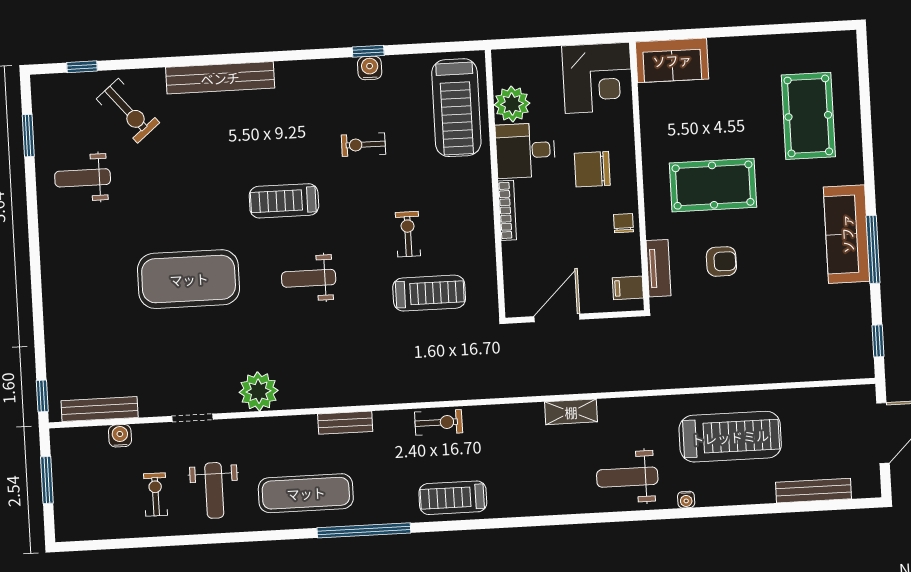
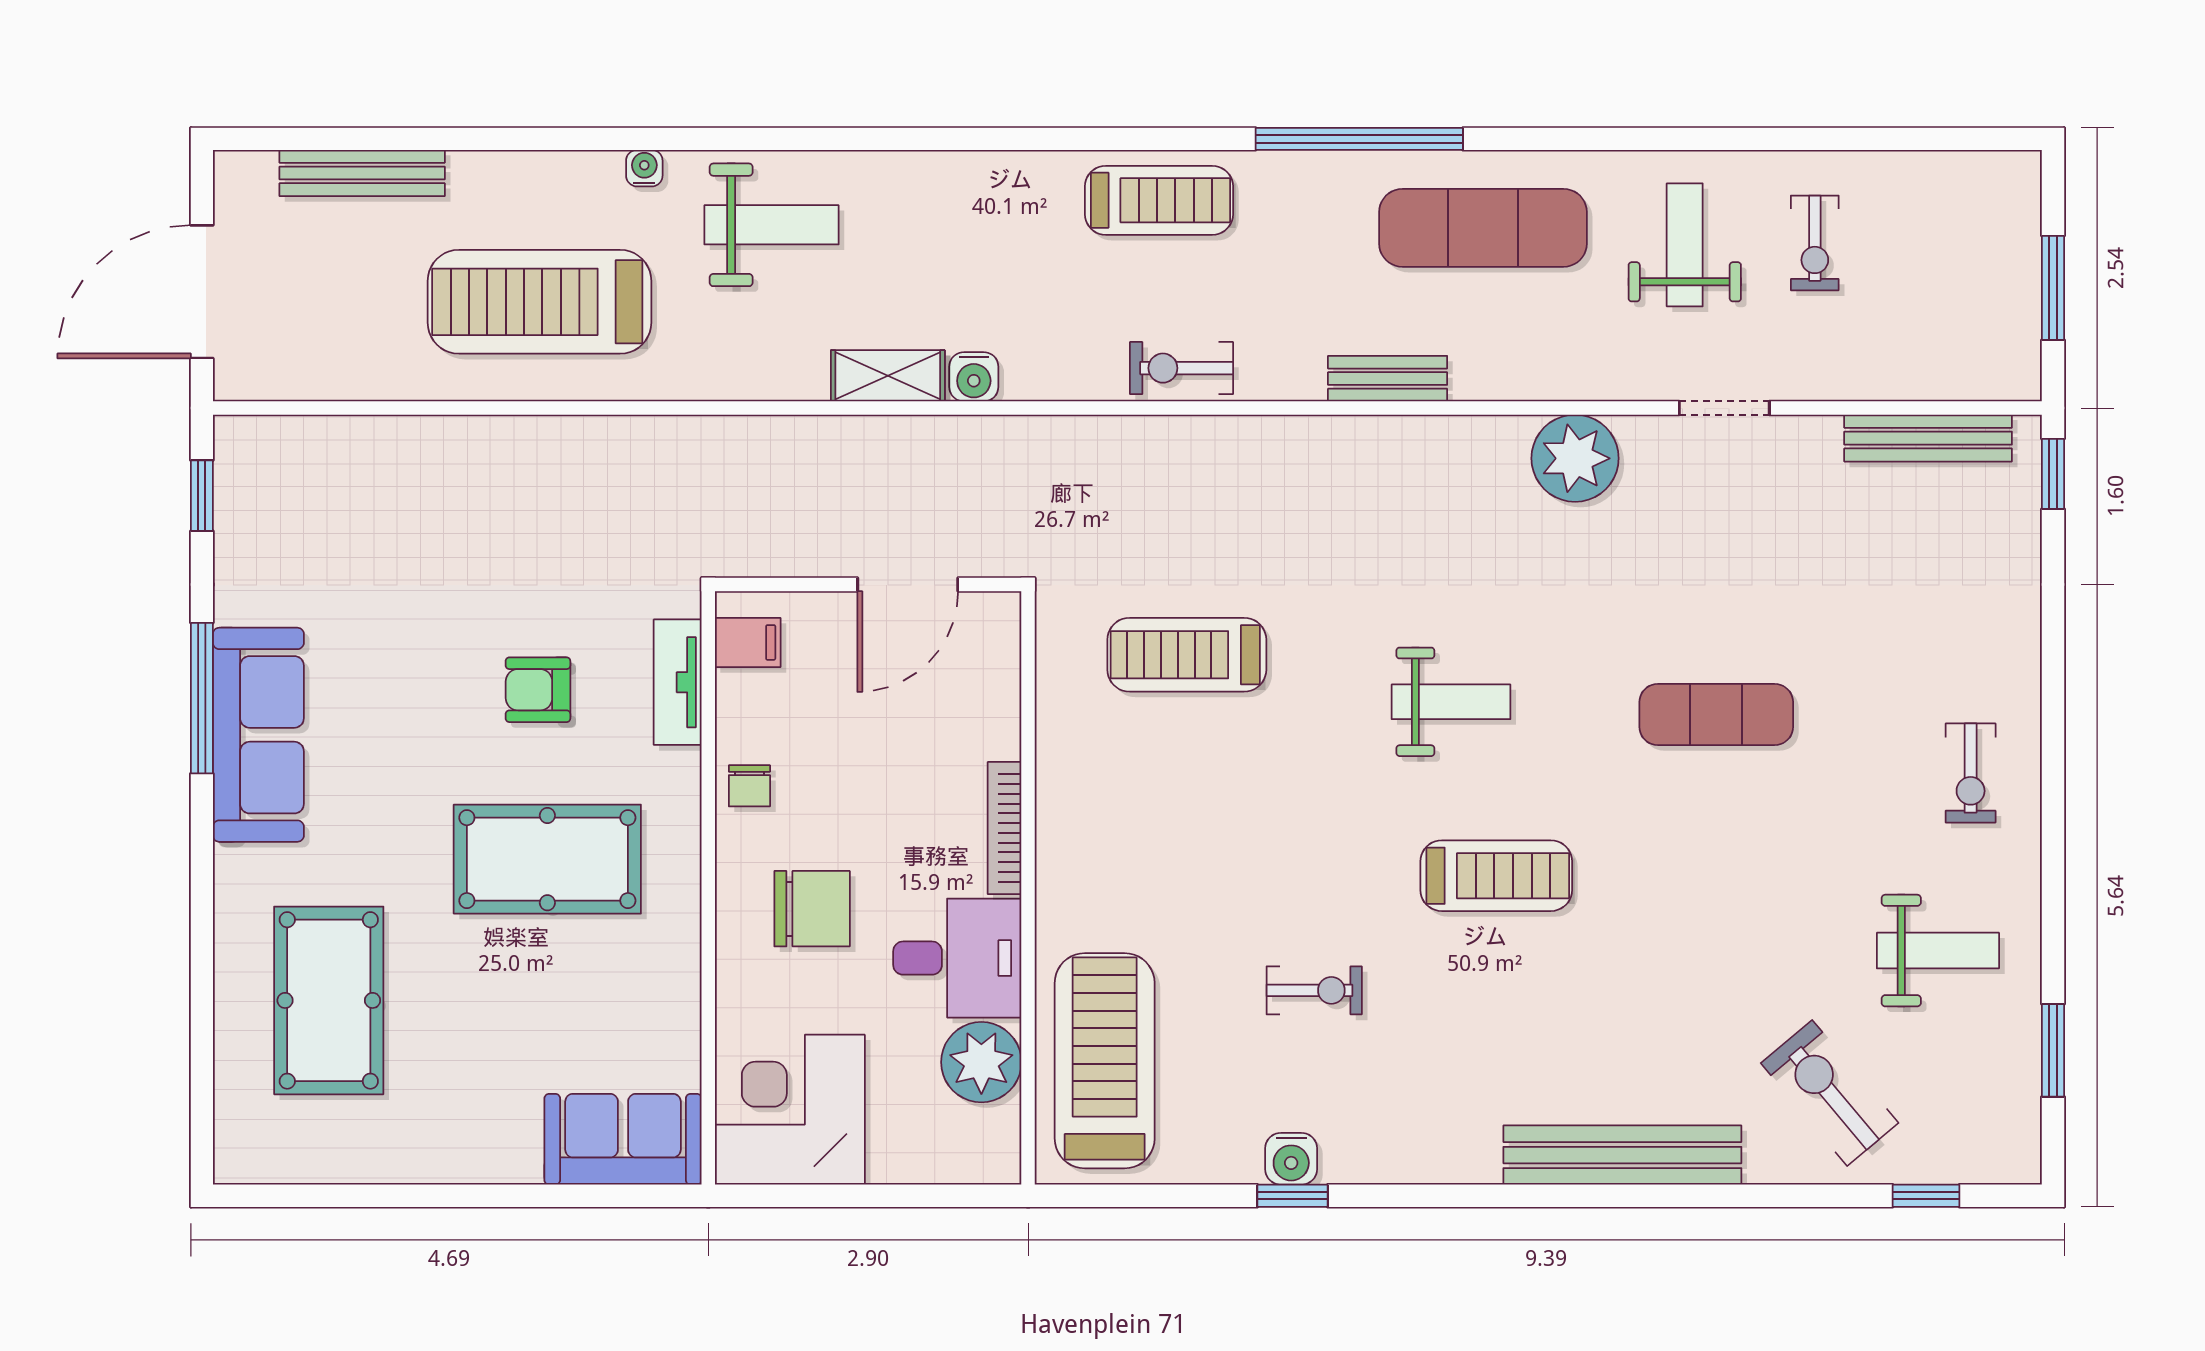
exercise bike: (408, 234) -> (1971, 773), moved
exercise mat: (189, 279) -> (1716, 714), width x0.50, depth x0.69
water cooler: (120, 436) -> (974, 377), moved

